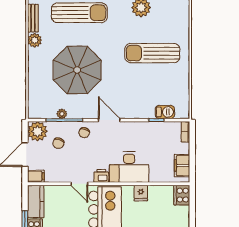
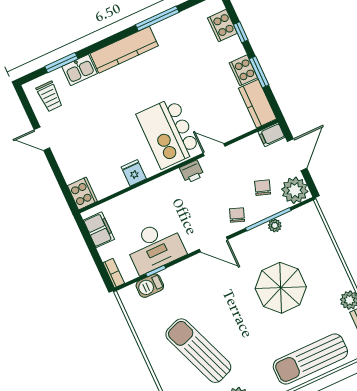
sun lounger: (152, 53) -> (198, 351), turned -111
parasol: (77, 70) -> (281, 288), width x0.73, depth x0.73
desk: (129, 167) -> (155, 247), moved, turned 180

